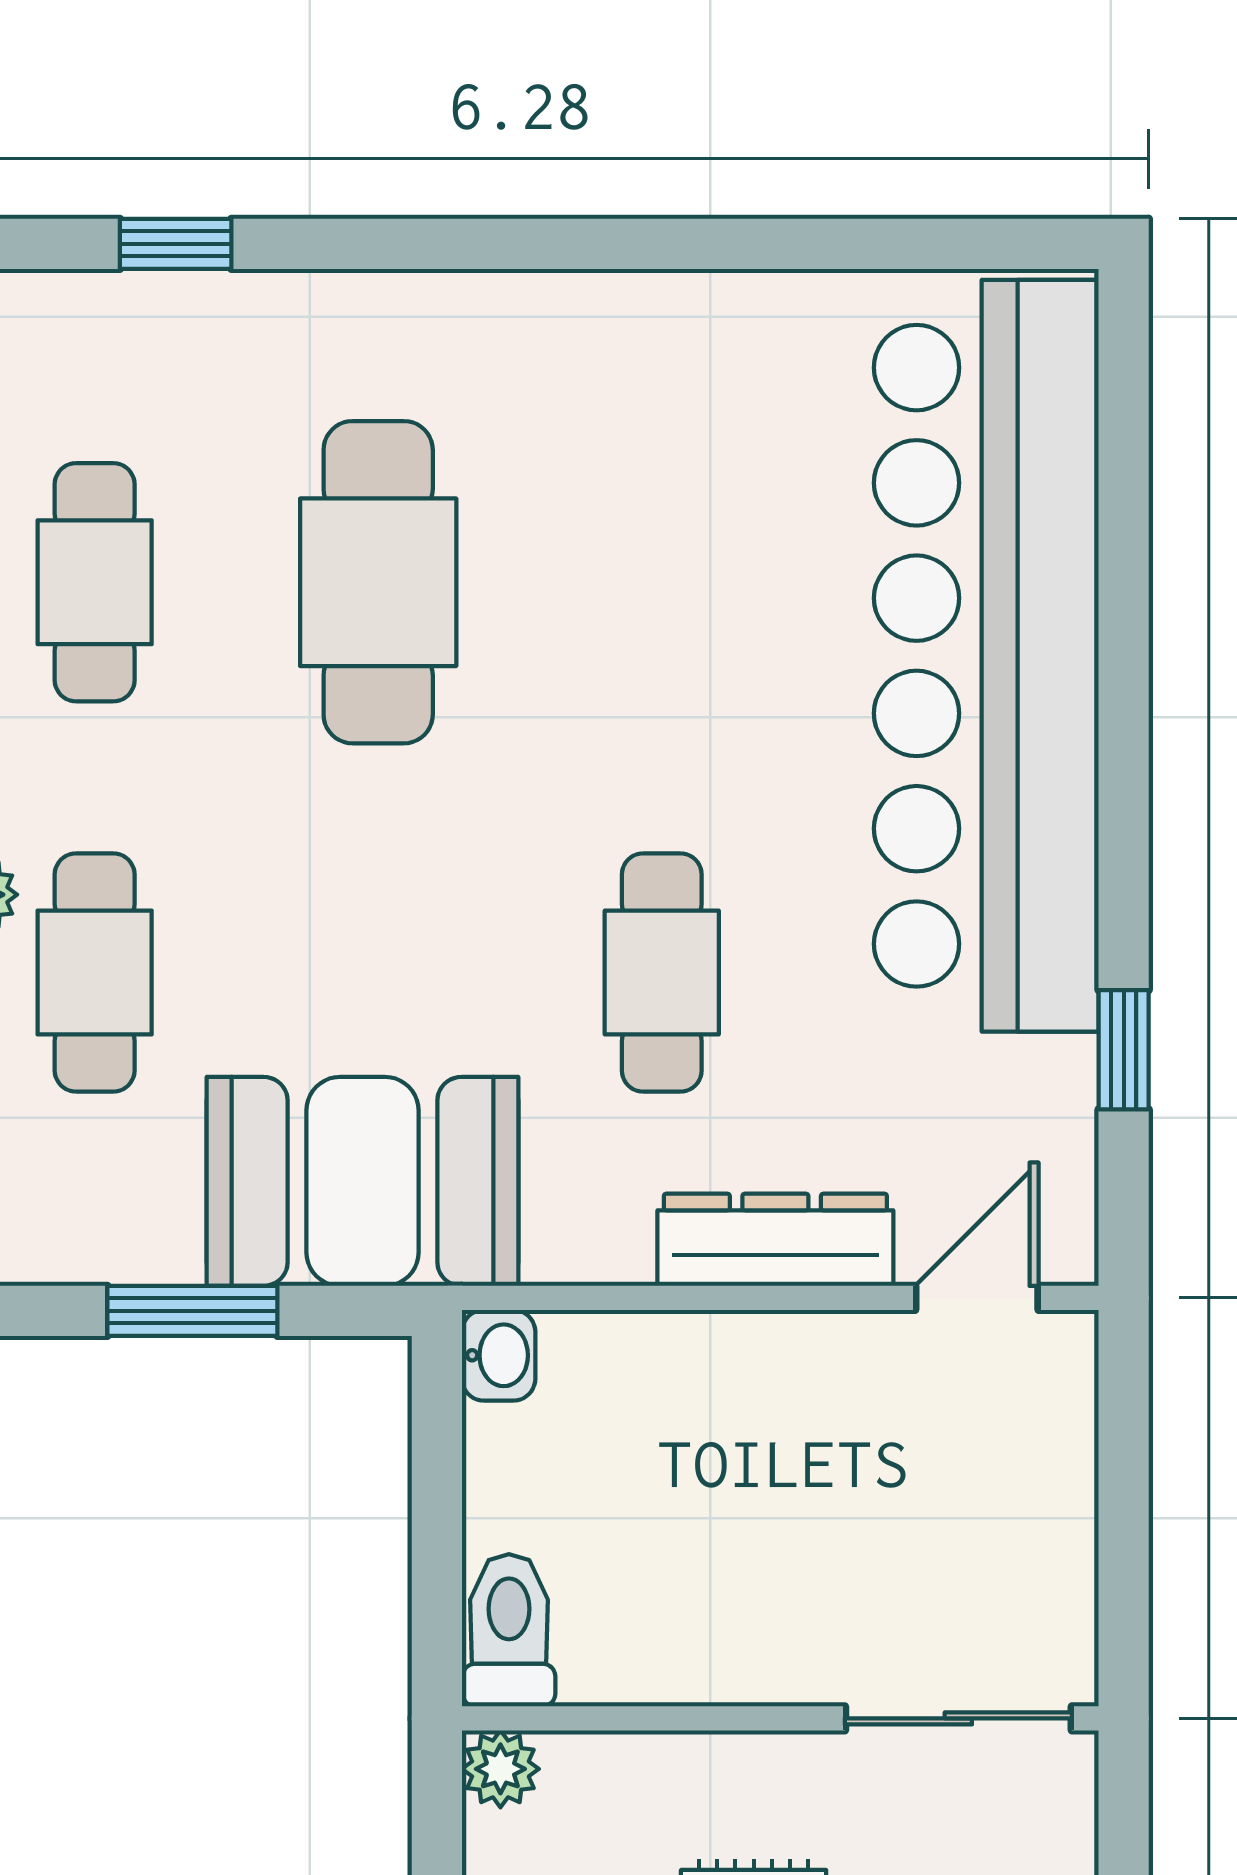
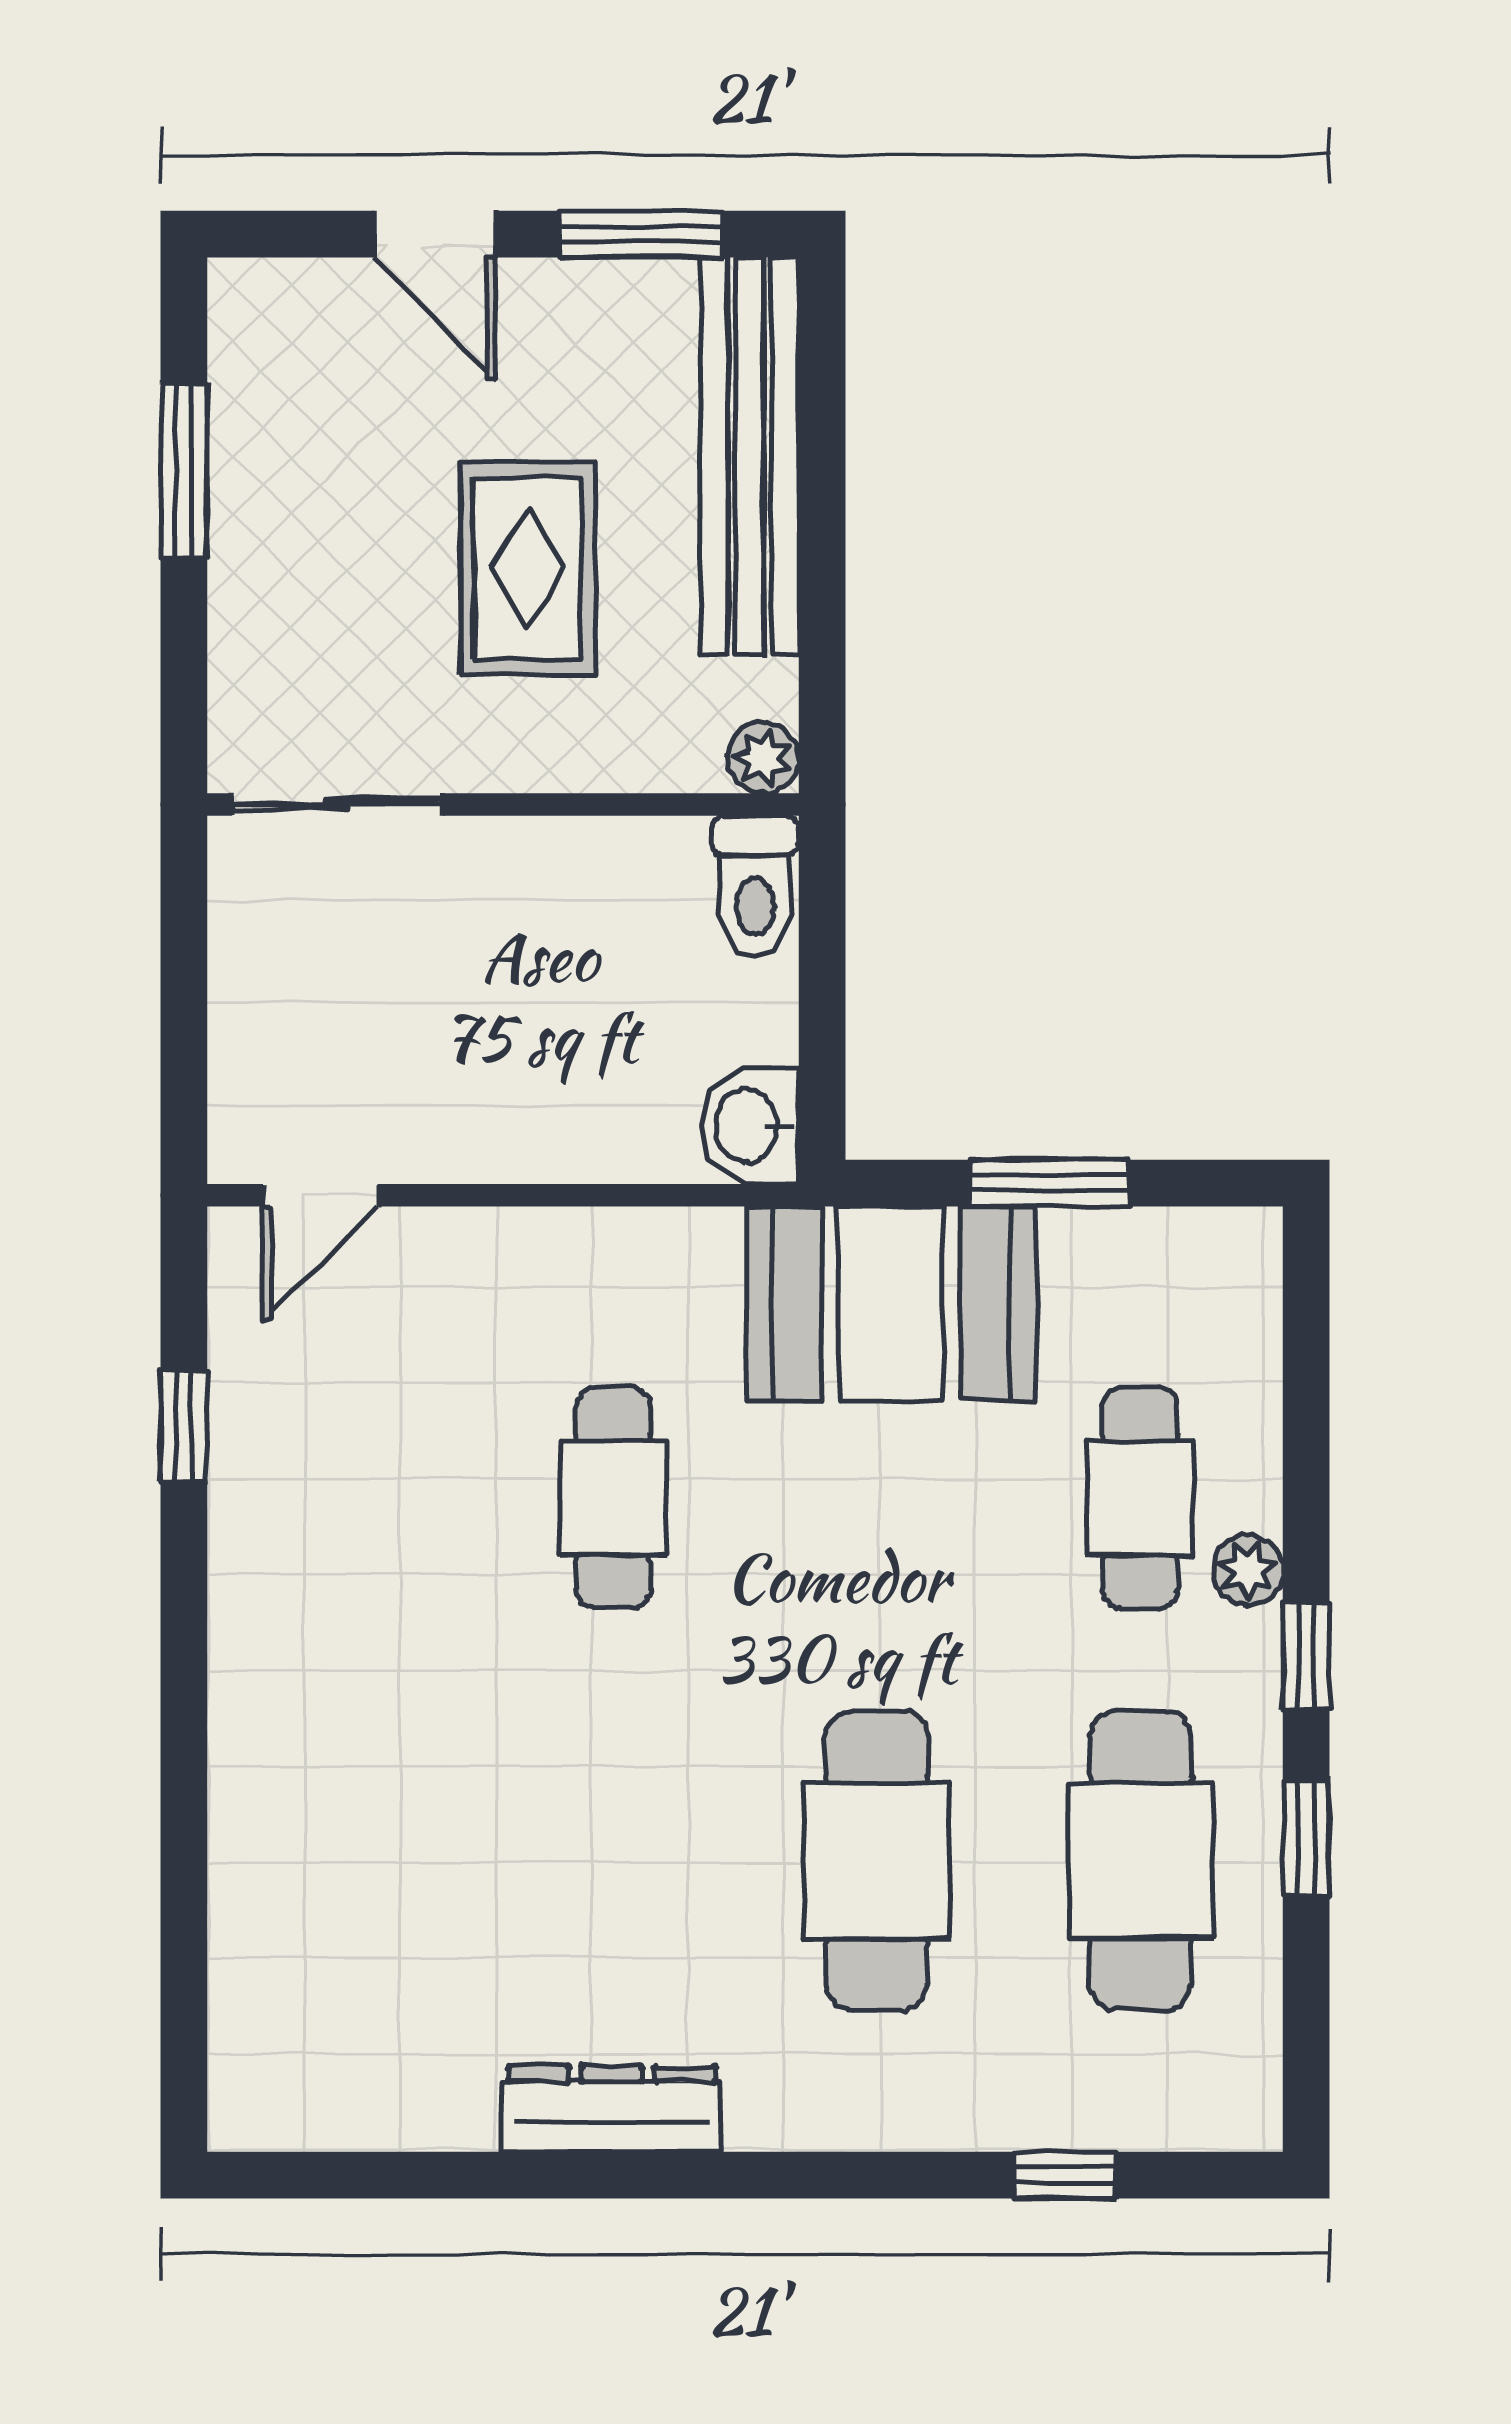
cafe table: (95, 582) -> (1140, 1861), width x1.37, depth x1.35
bar counter: (986, 656) -> (312, 1792), removed
dresser: (775, 1240) -> (612, 2109), moved, turned 180
washbasin: (499, 1355) -> (750, 1126), width x1.38, depth x1.45

